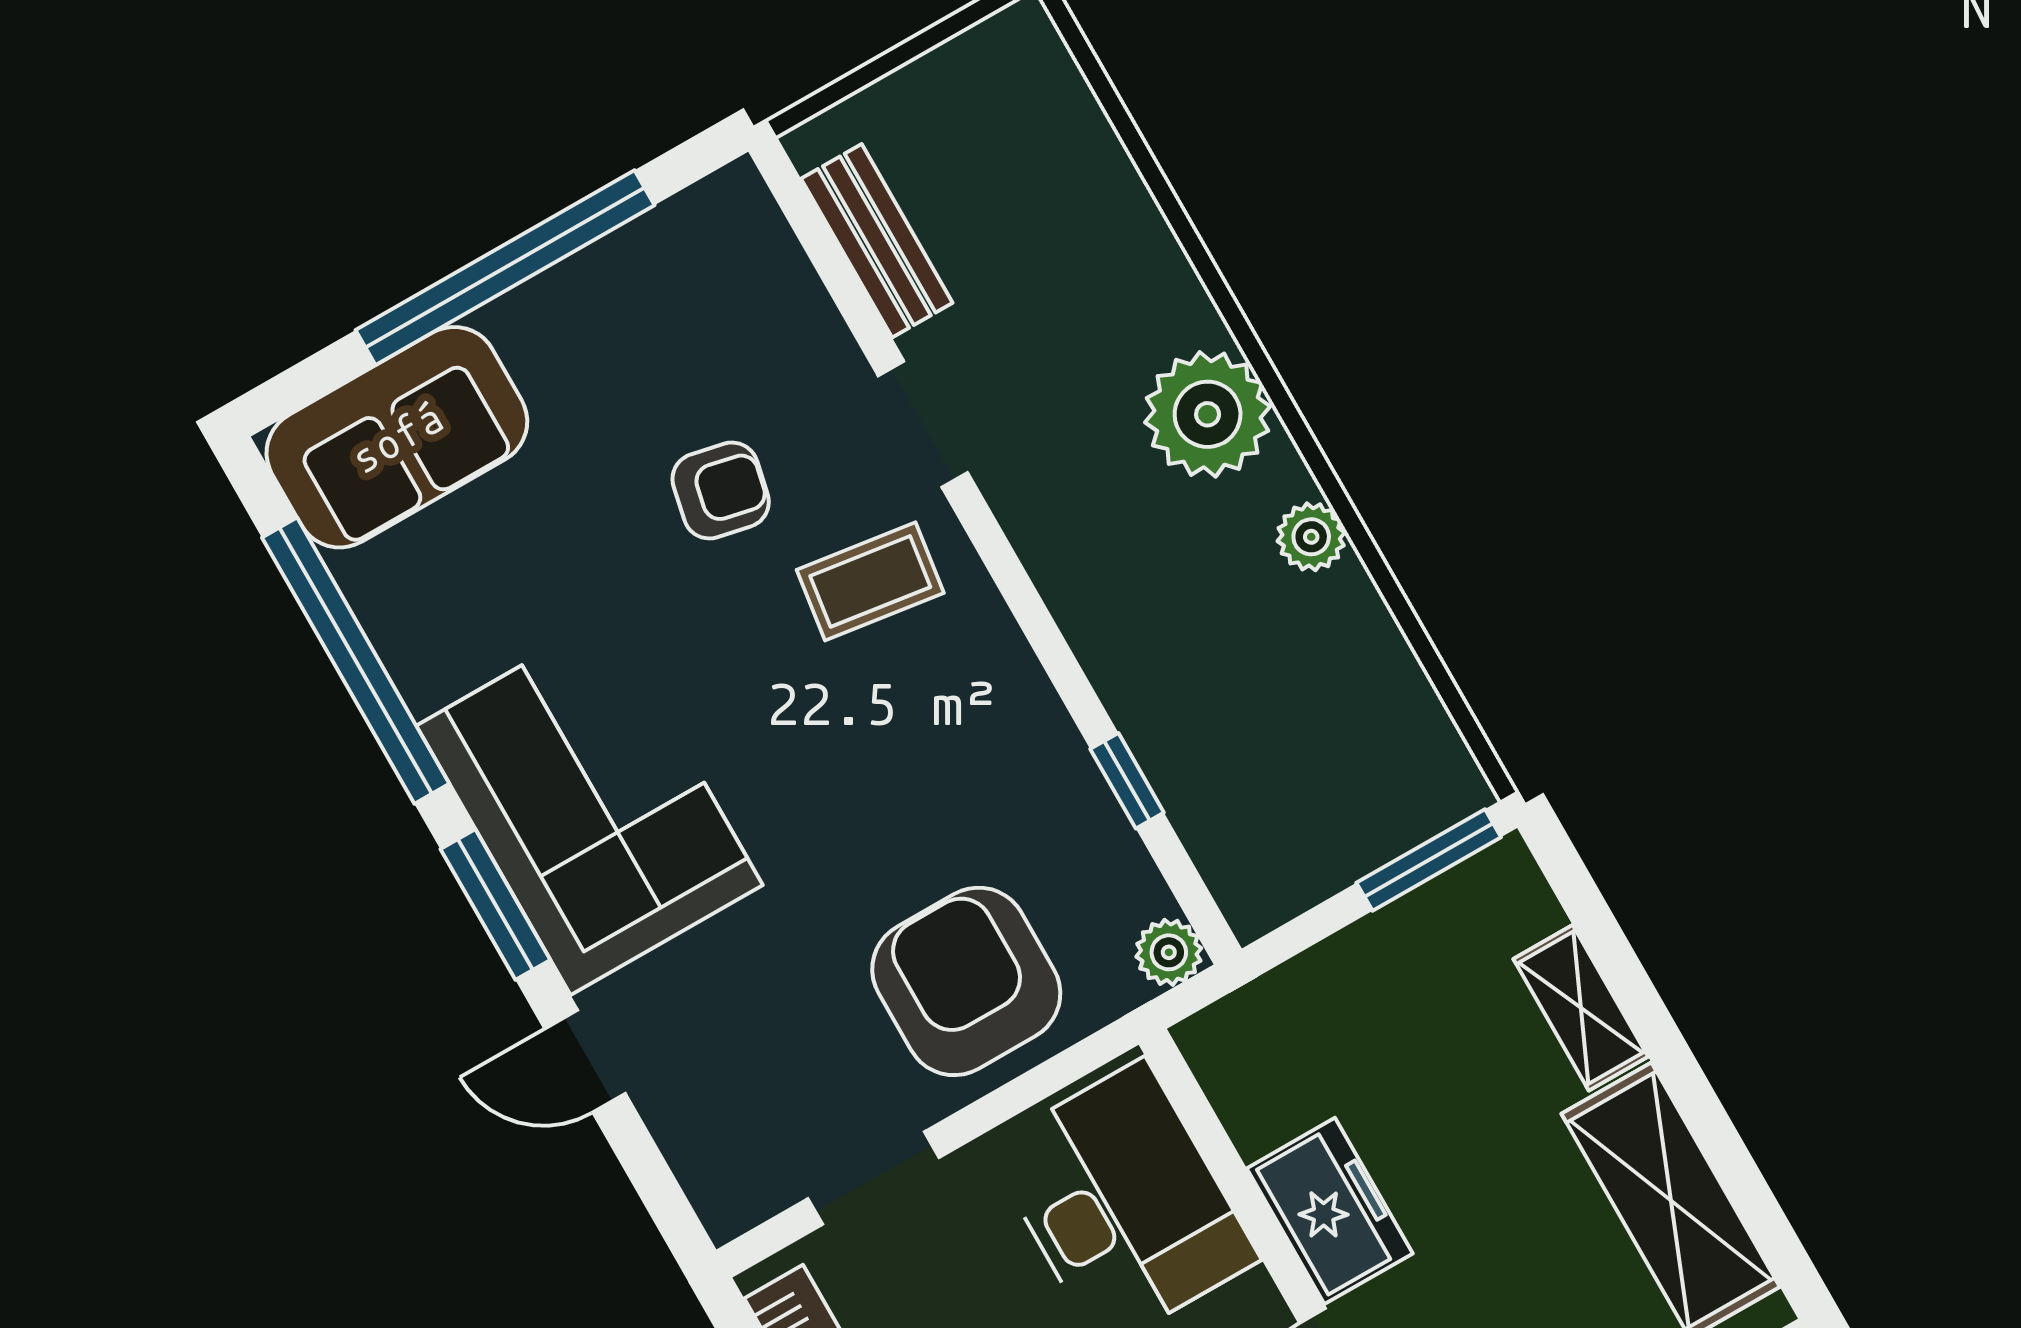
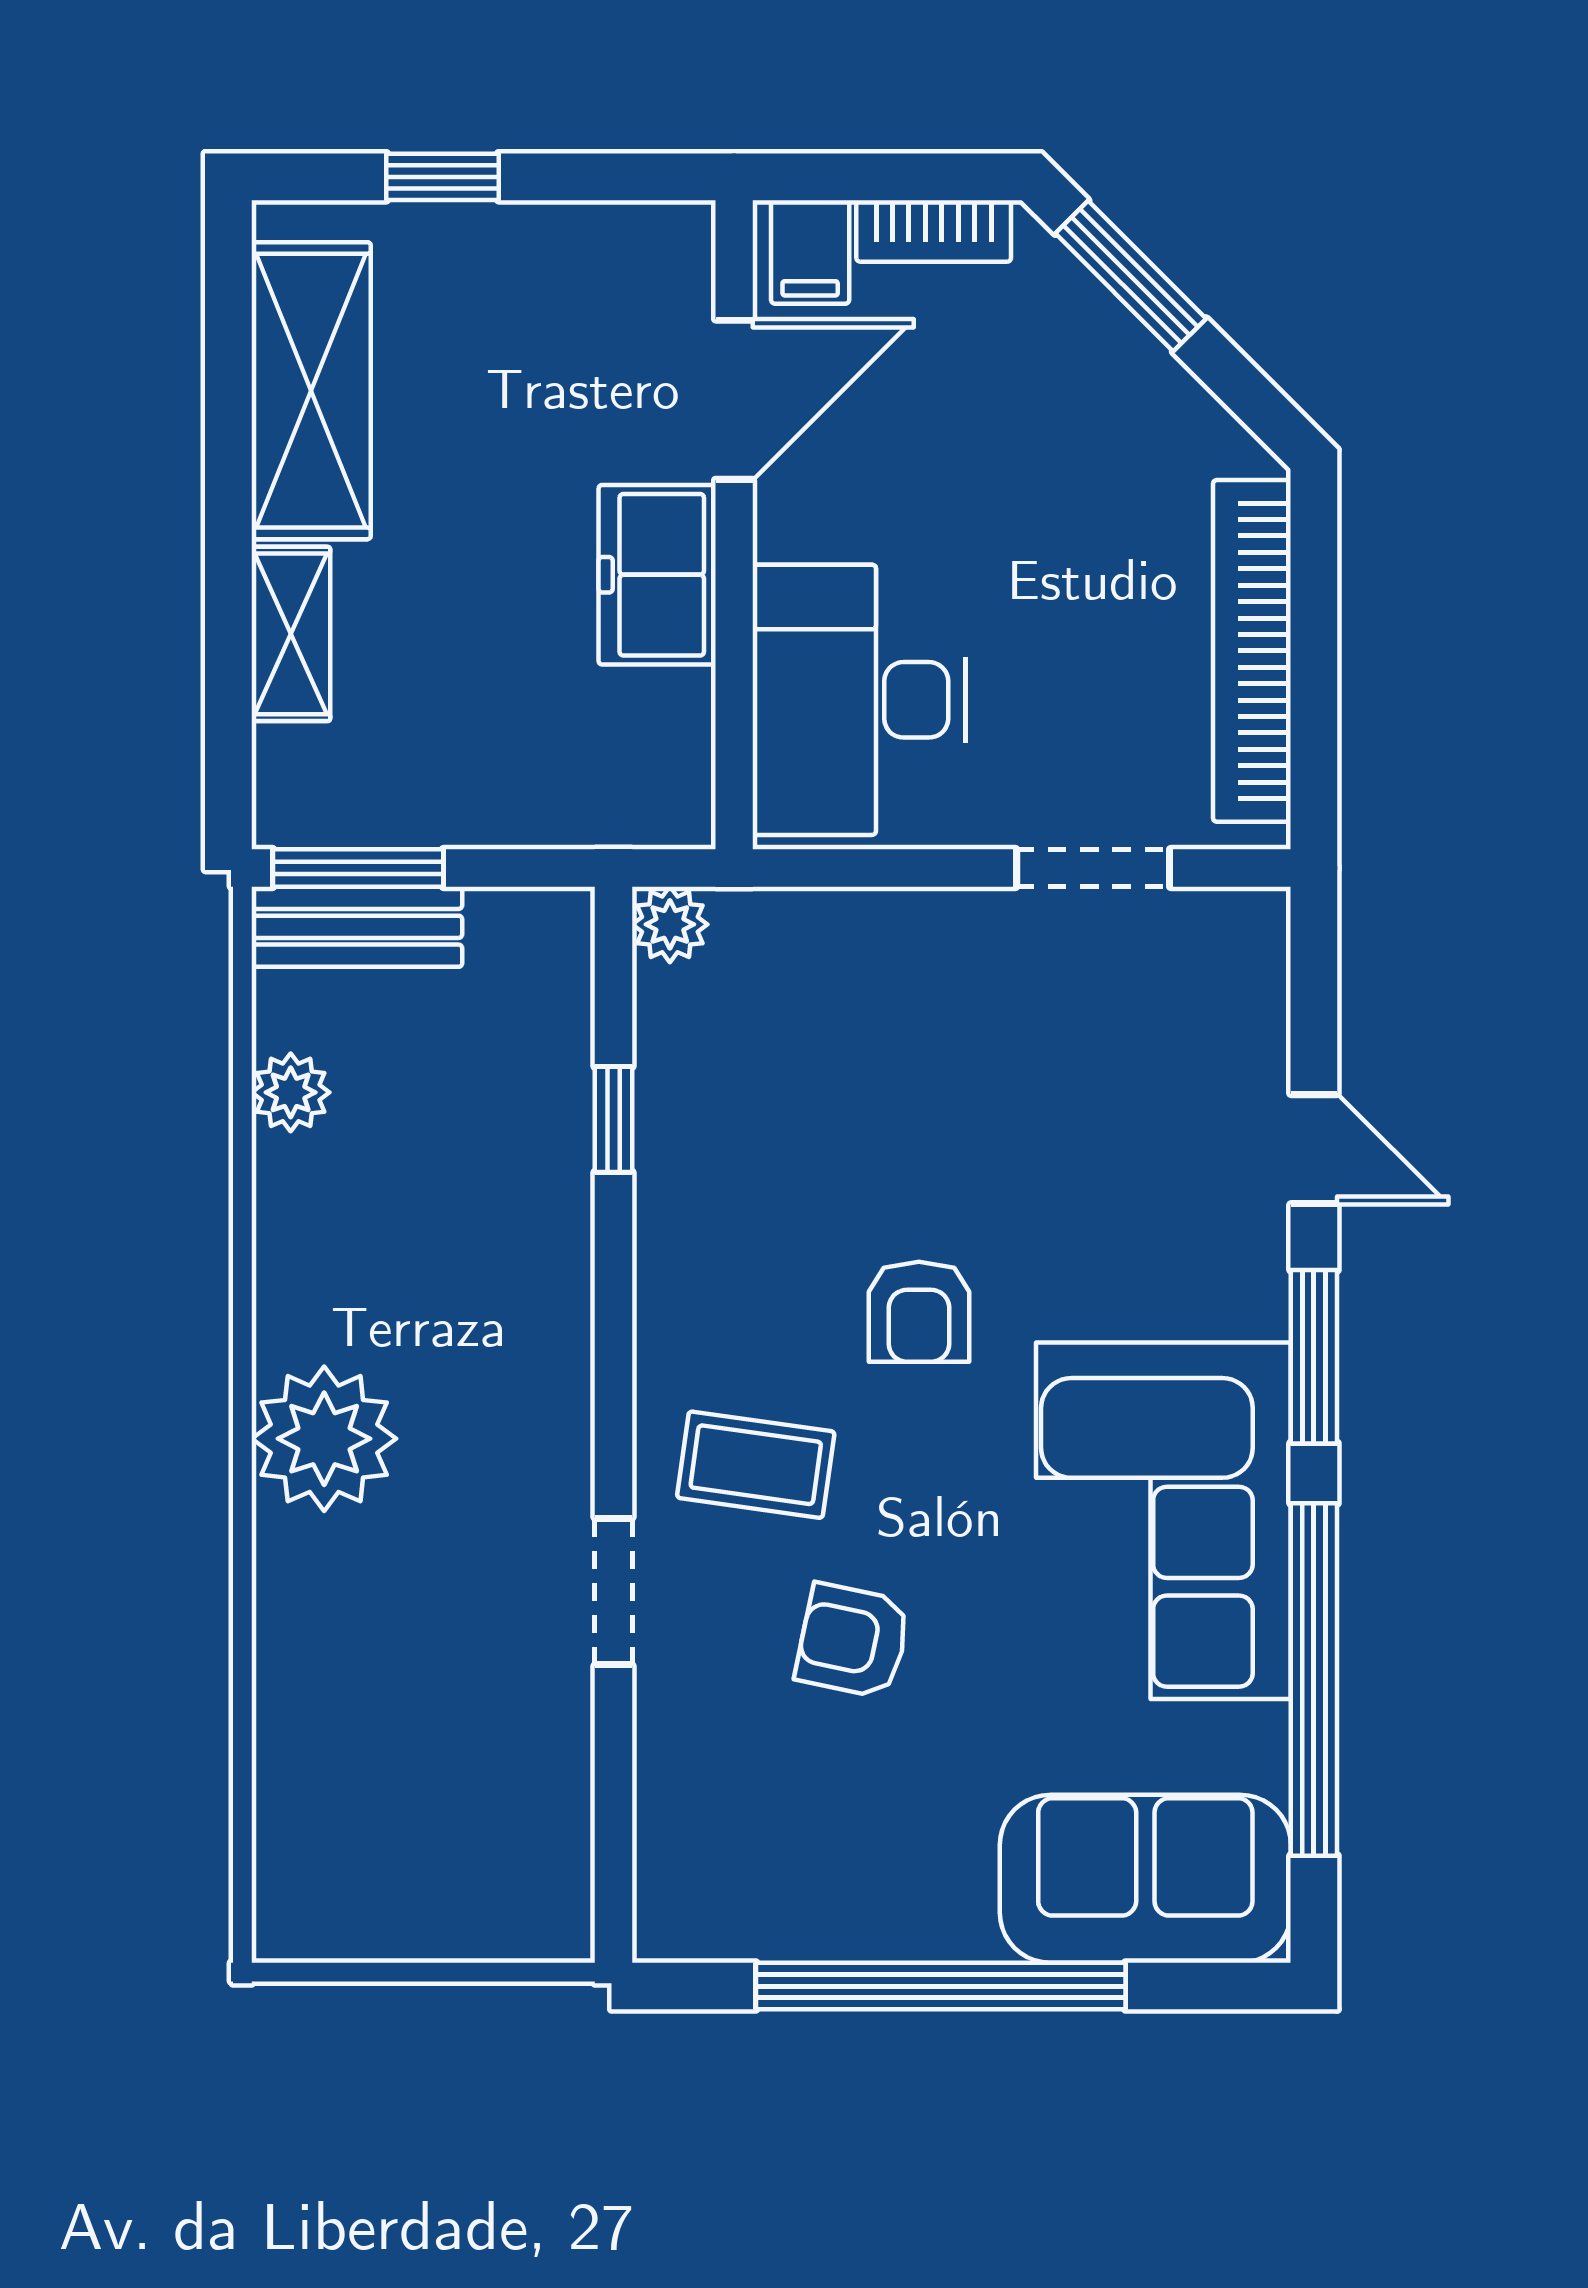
bench: (877, 241) -> (357, 927), moved, turned 90
plant: (1311, 537) -> (291, 1092), moved
corner sofa: (590, 805) -> (1163, 1521), moved
armchair: (966, 981) -> (919, 1312), moved, width x0.53, depth x0.53

